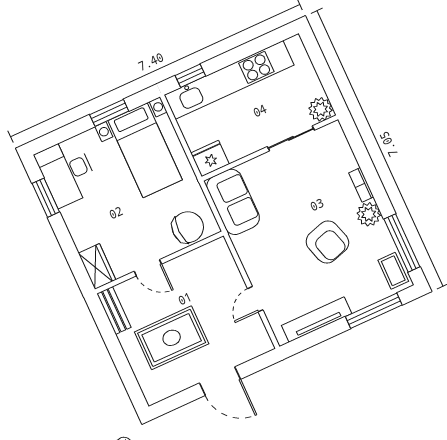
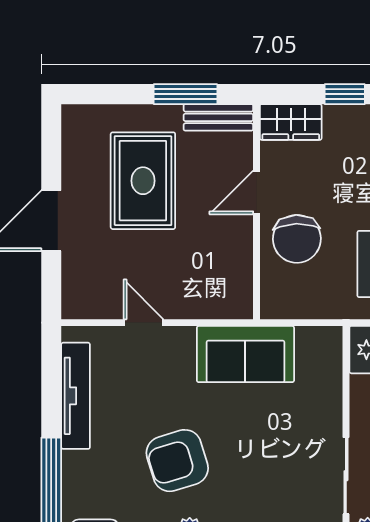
sofa: (233, 202) -> (245, 354), moved
chair: (188, 227) -> (297, 239), moved
window: (66, 242) -> (345, 94), added
window: (109, 336) -> (185, 94), added

